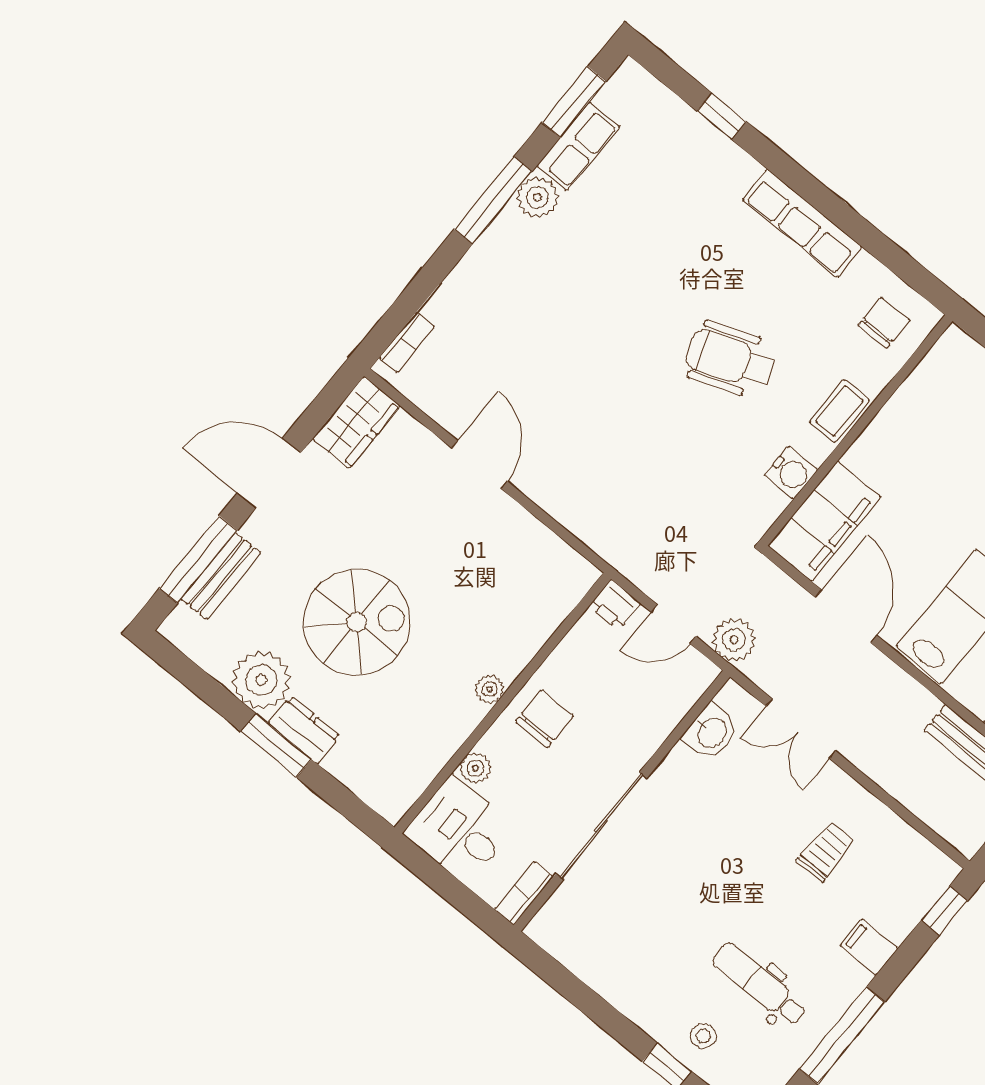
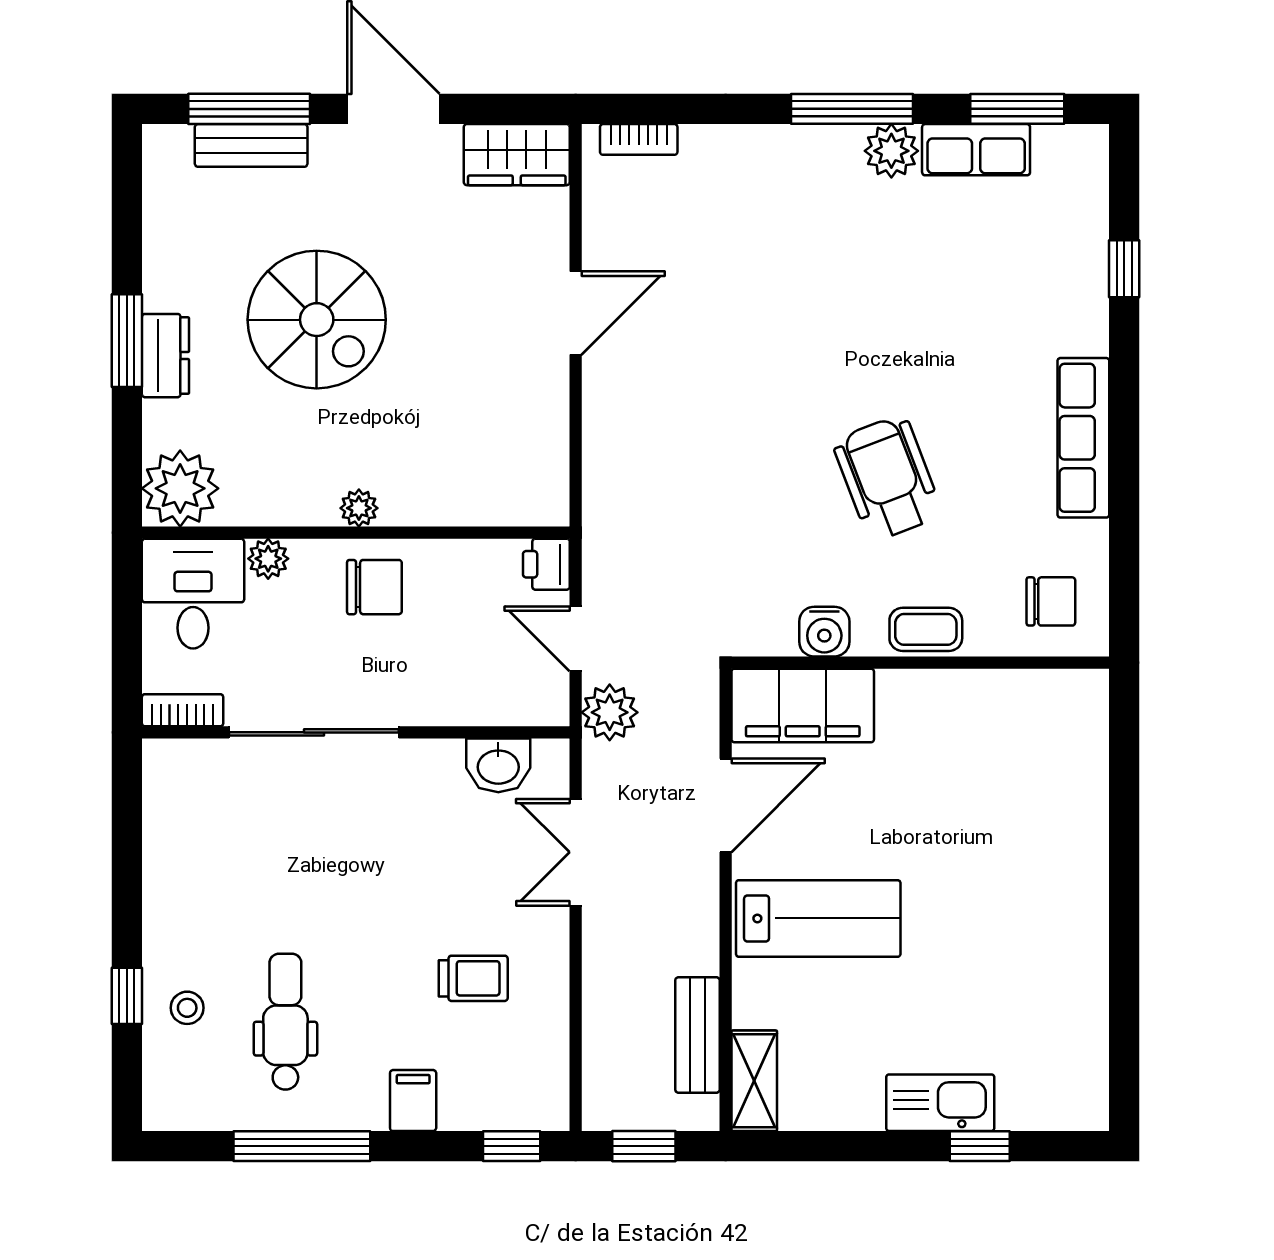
plant: (261, 680) -> (180, 488), moved

